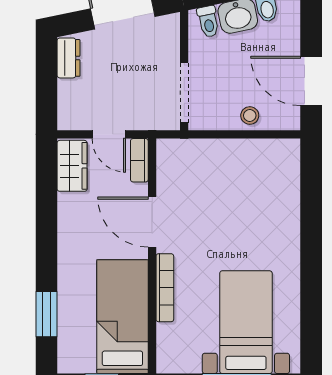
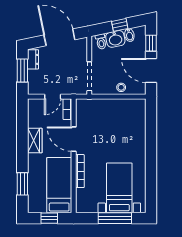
window: (311, 24) -> (151, 43), added
window: (46, 81) -> (22, 71), added
door: (109, 134) -> (53, 97), hinge flipped
wardrobe: (72, 166) -> (35, 141), moved

